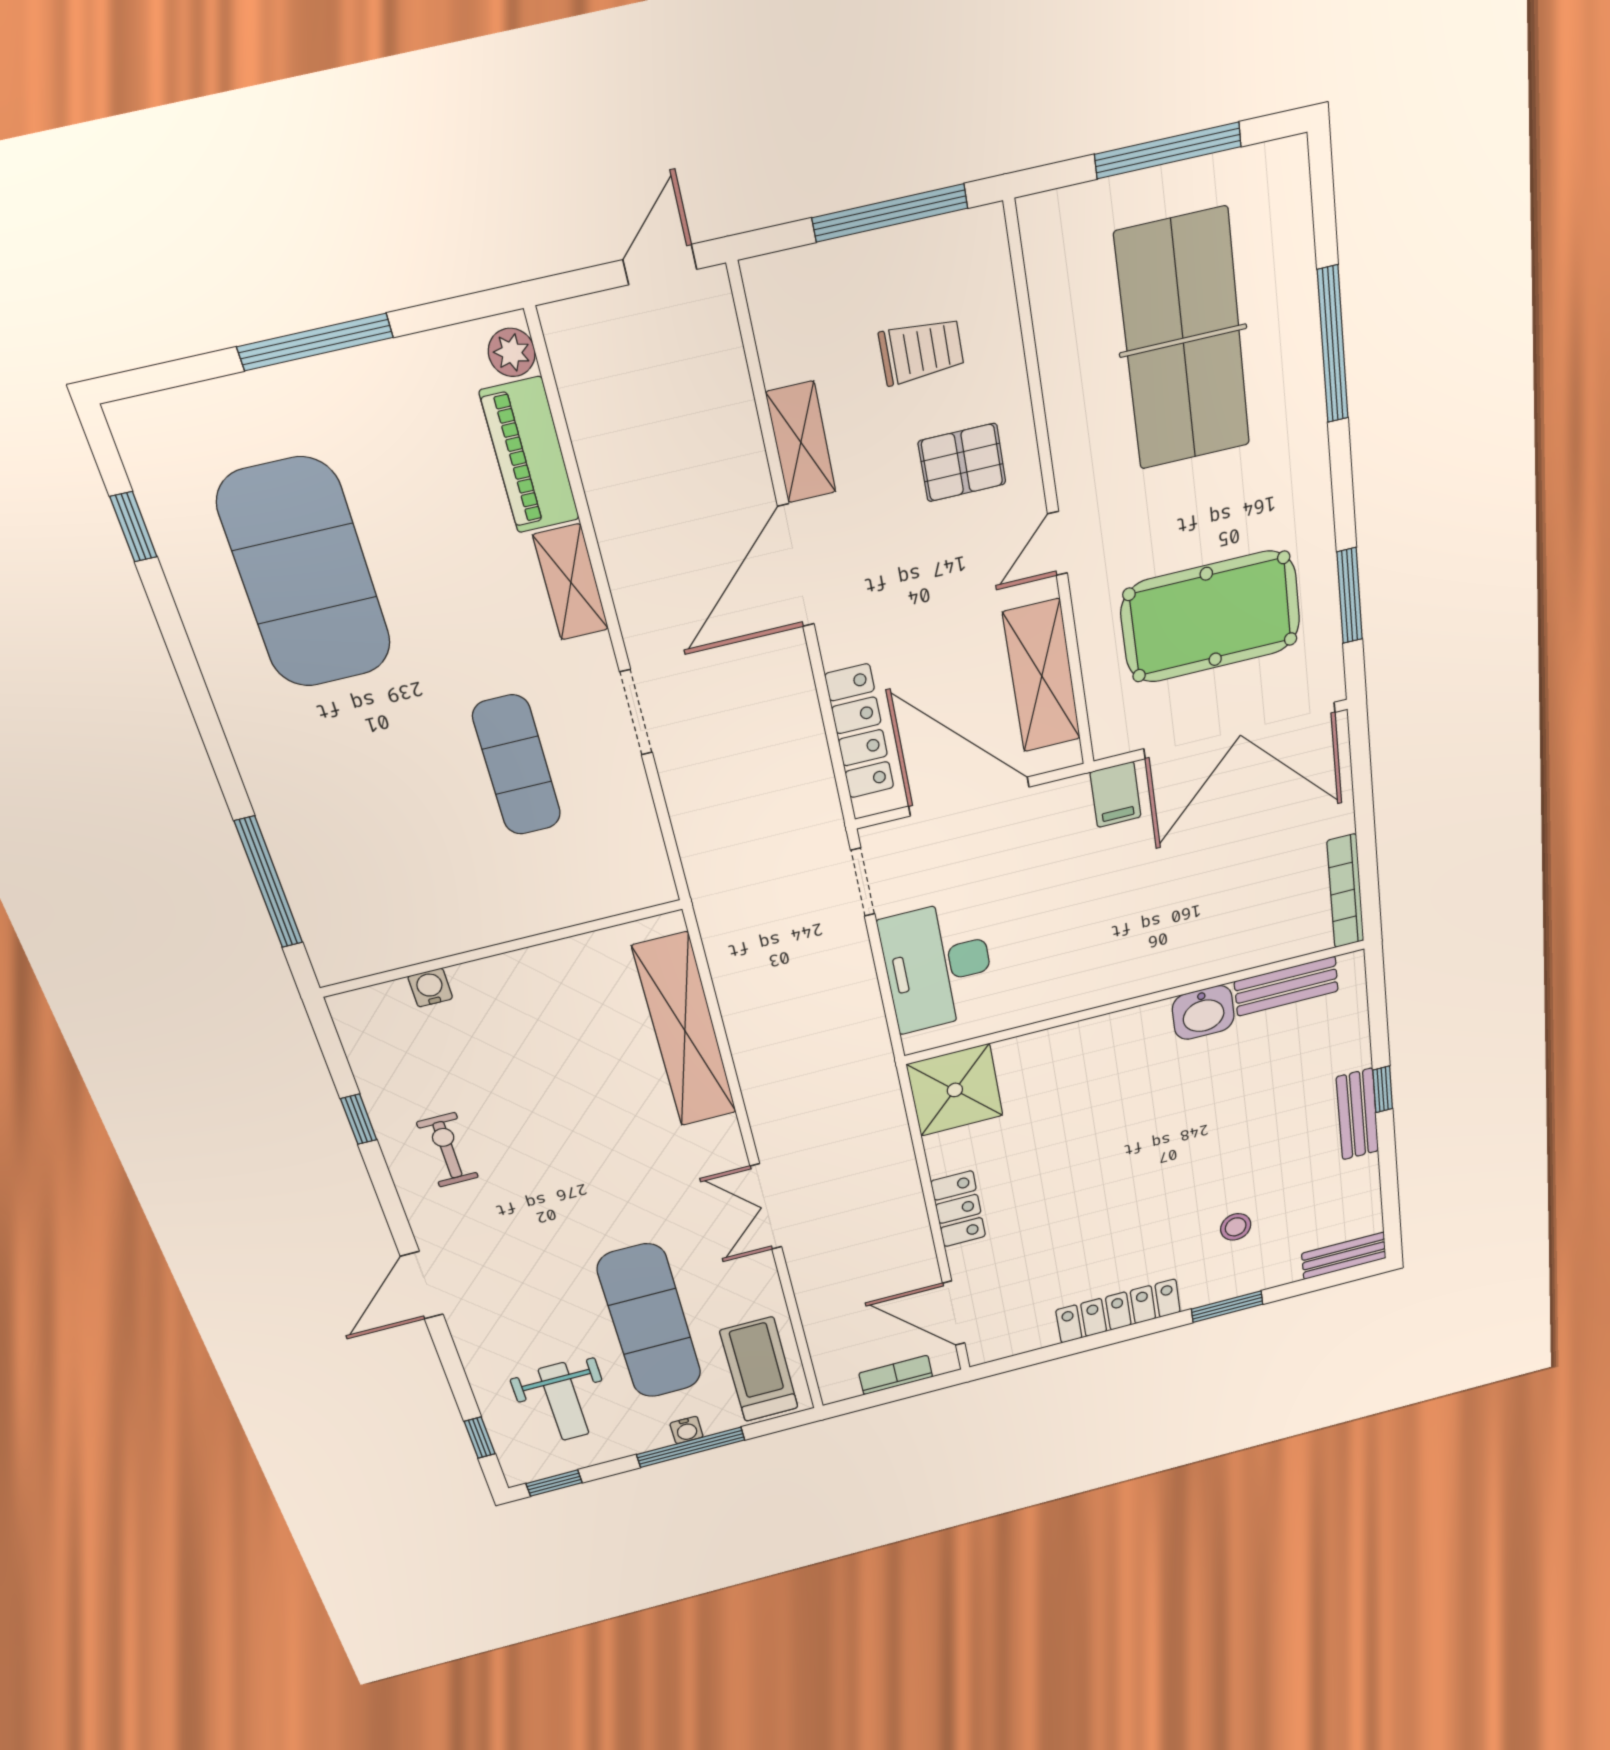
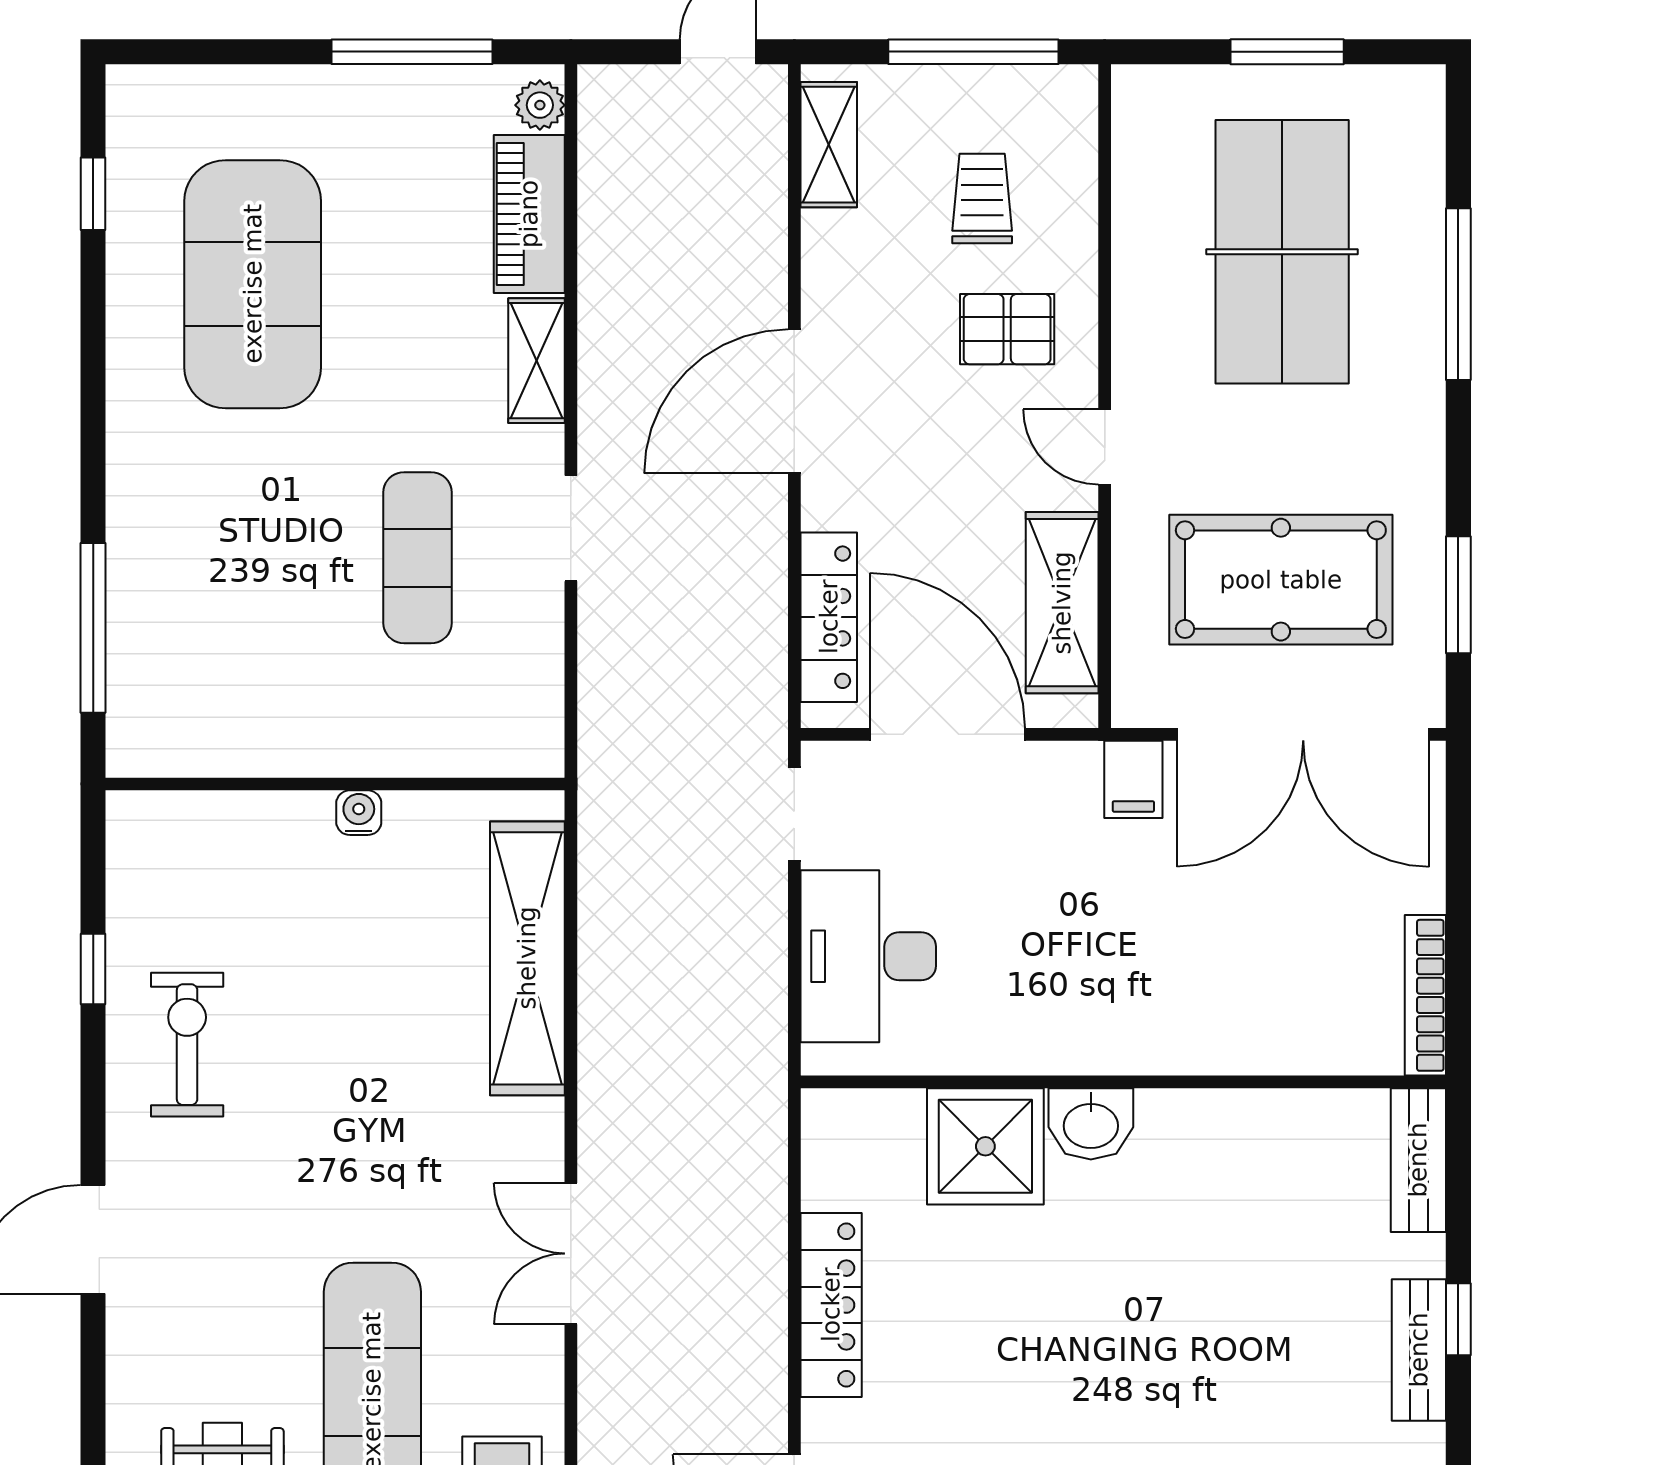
window: (1168, 150) -> (1287, 52), width x0.69
window: (315, 342) -> (412, 52), moved
trolley: (921, 351) -> (982, 199), turned -90
shelving: (801, 442) -> (829, 145), moved
door: (1057, 544) -> (1105, 447), hinge flipped
bench: (1286, 986) -> (1418, 1160), moved, turned 90
water cooler: (430, 988) -> (359, 813), moved
washbasin: (1203, 1013) -> (1091, 1124), moved
shower: (955, 1090) -> (985, 1146), moved
exercise bike: (448, 1150) -> (187, 1045), width x1.38, depth x1.39
locker: (958, 1209) -> (831, 1305), width x1.53

